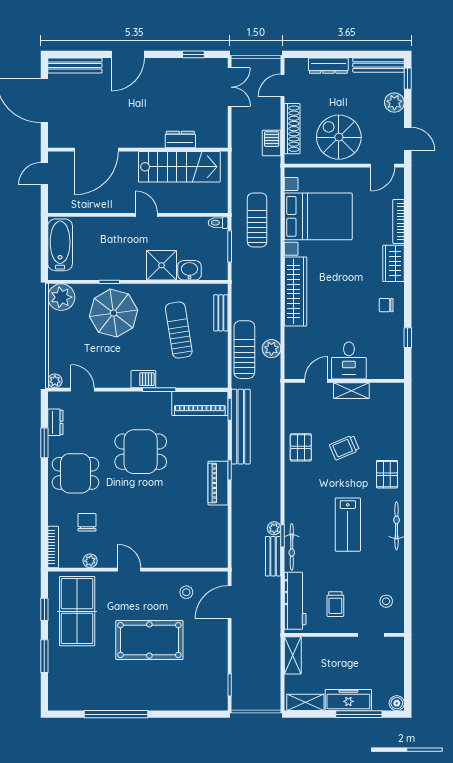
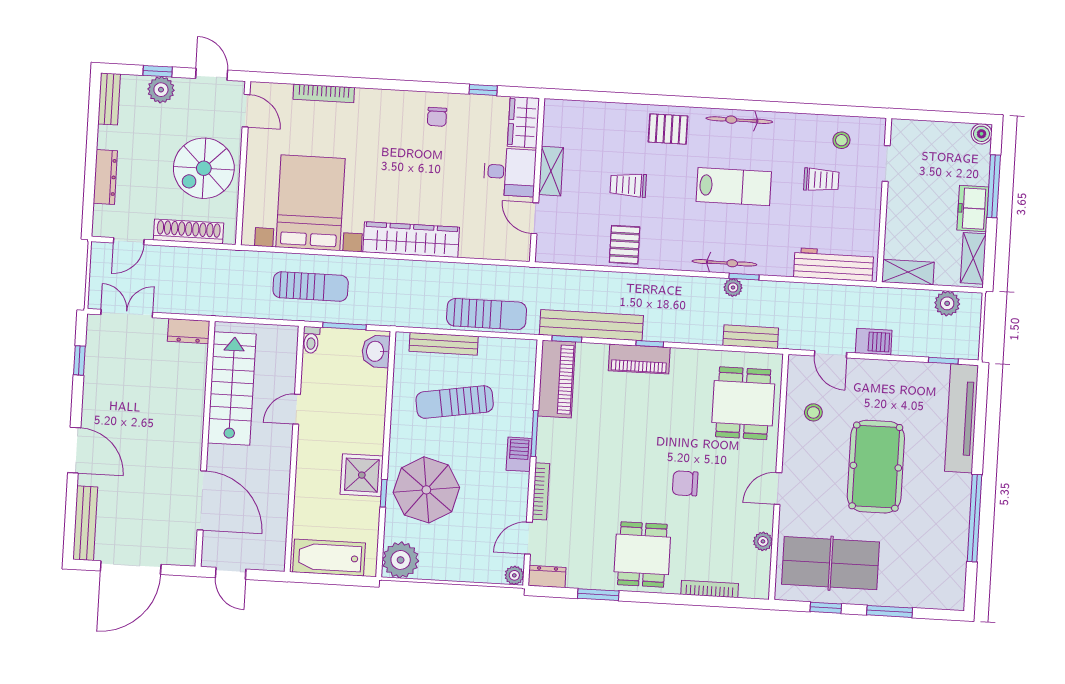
bench: (379, 65) -> (109, 99), width x0.73
window: (408, 79) -> (158, 71), moved
door: (282, 85) -> (129, 241), hinge flipped
dresser: (180, 139) -> (189, 331), moved, turned -90
door: (408, 139) -> (212, 74), hinge flipped
barbecue: (272, 143) -> (874, 342), moved, turned 180
door: (146, 215) -> (297, 409), moved
sun lounger: (257, 220) -> (311, 286), turned 180
wardrobe: (394, 263) -> (523, 122), moved, turned 90
shower: (161, 265) -> (362, 475), moved
washbasin: (189, 270) -> (376, 351), moved
bench: (221, 313) -> (444, 344), width x1.36
plant: (271, 349) -> (947, 303), moved
sun lounger: (244, 350) -> (487, 314), turned 180
bookcase: (117, 397) -> (541, 491), added
dresser: (55, 422) -> (547, 577), moved
pallet: (301, 447) -> (625, 245), turned 90
trolley: (344, 447) -> (628, 185), turned 113
dining table: (141, 452) -> (743, 403), moved
piano: (218, 483) -> (639, 359), moved
chair: (87, 522) -> (685, 483), moved
bookcase: (53, 547) -> (710, 589), moved
bicycle: (292, 547) -> (724, 263), moved
bench: (273, 556) -> (751, 337), moved
door: (230, 602) -> (830, 354), width x0.73
trolley: (335, 604) -> (821, 180), moved
freezer: (348, 700) -> (973, 209), width x0.71
tv unit: (188, 701) -> (962, 418), added

